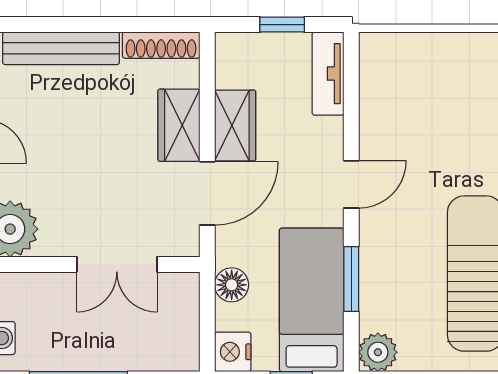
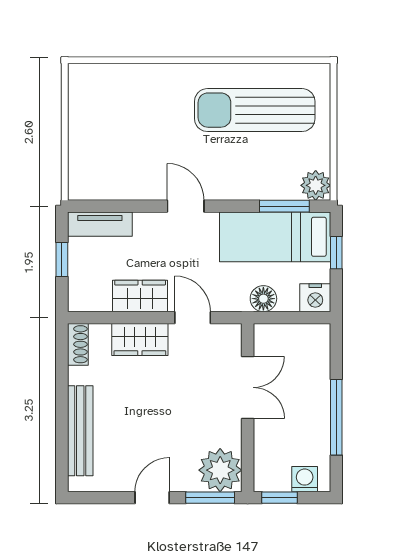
shoe rack: (161, 45) -> (78, 344), width x0.70
door: (207, 193) -> (193, 318), width x0.73
window: (351, 279) -> (284, 206), moved

